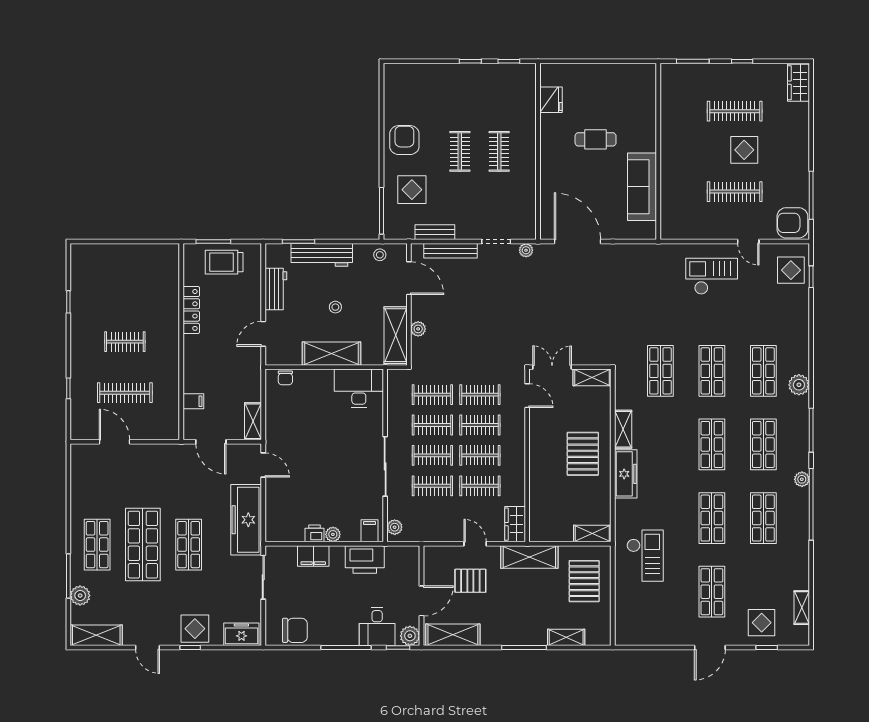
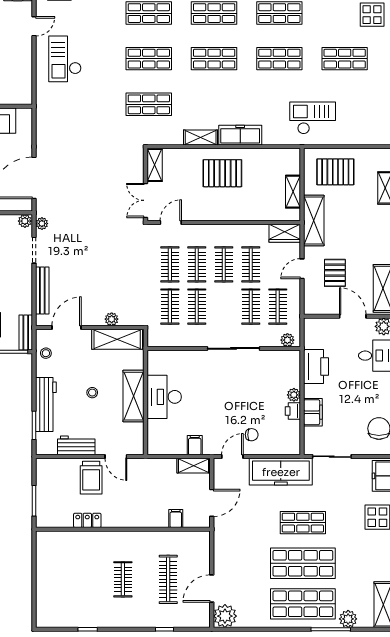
plant: (529, 231) -> (25, 221), added
bench: (435, 232) -> (26, 332), moved
trolley: (224, 262) -> (91, 478), moved
locker: (191, 310) -> (87, 520), width x0.66
chair: (285, 378) -> (252, 435), moved
desk: (359, 388) -> (164, 397), moved
clothes rail: (432, 455) -> (278, 307), moved
plant: (83, 457) -> (225, 616), added
filing cabinet: (370, 531) -> (195, 445), moved, turned 90
shelving: (592, 533) -> (293, 192), moved
shop shelf: (97, 545) -> (303, 604), width x1.43, depth x1.36

